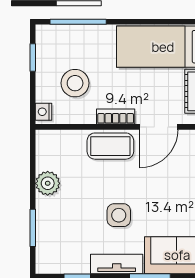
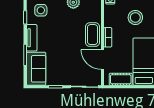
stool: (75, 83) -> (135, 17), moved
side table: (119, 215) -> (41, 10), moved

